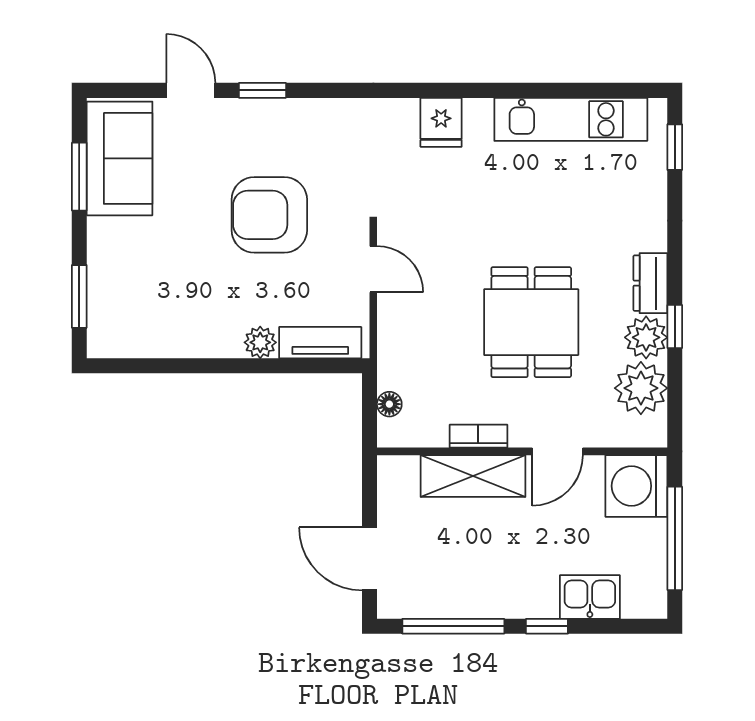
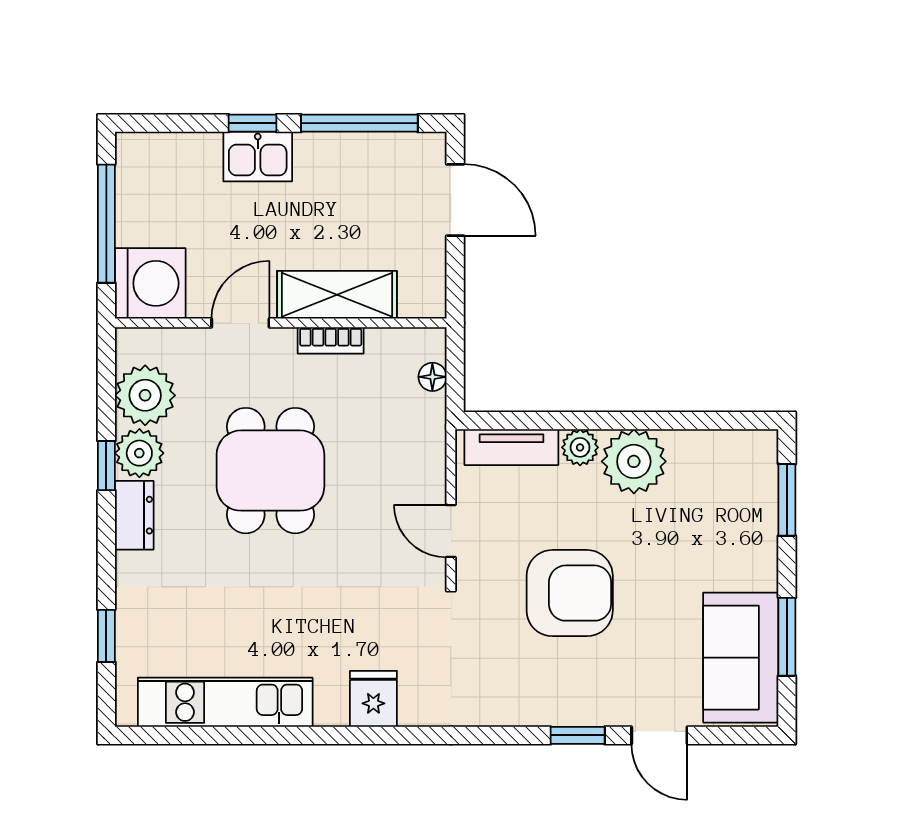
window: (675, 147) -> (106, 636), moved
plant: (213, 330) -> (634, 461), added
kitchen sink: (590, 597) -> (258, 157), moved

